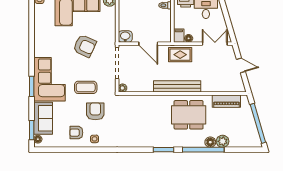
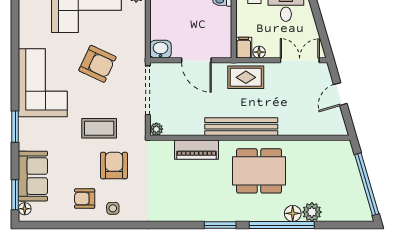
door: (241, 65) -> (340, 94), swing flipped
corner sofa: (49, 79) -> (43, 83), moved
piano: (226, 101) -> (197, 150), moved

